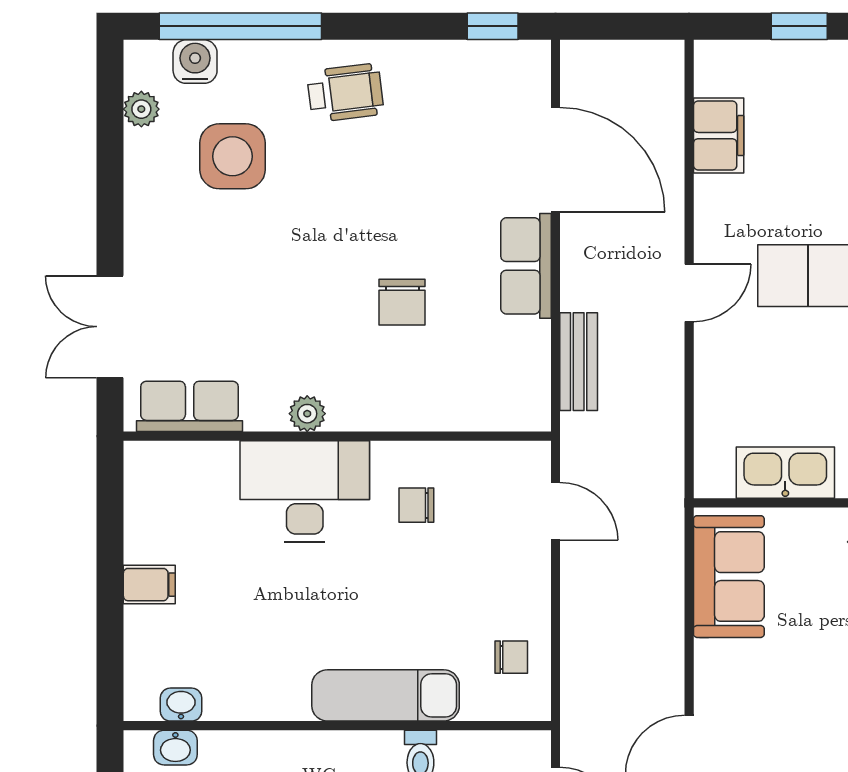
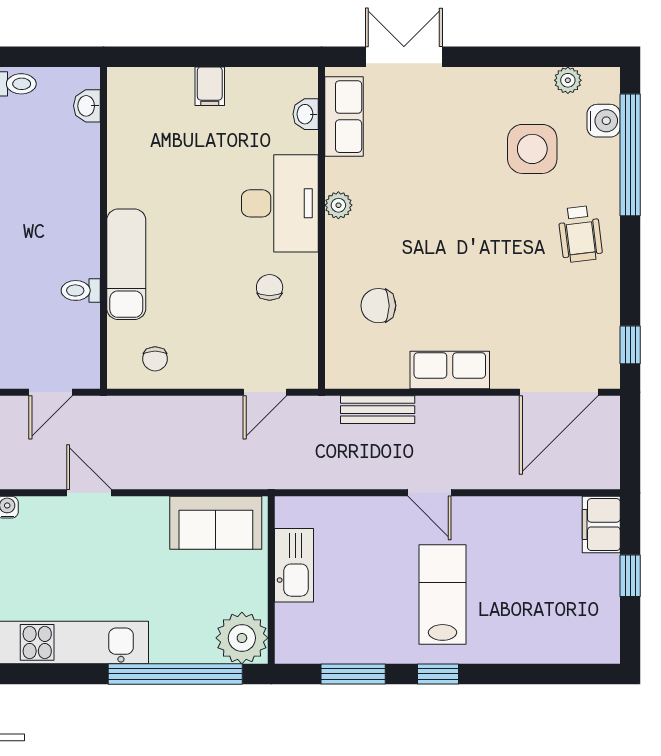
filing cabinet: (719, 136) -> (601, 525), moved, turned 90
door: (555, 160) -> (559, 392), moved
chair: (402, 302) -> (378, 306), moved
washbasin: (181, 705) -> (306, 114), moved, turned 180

